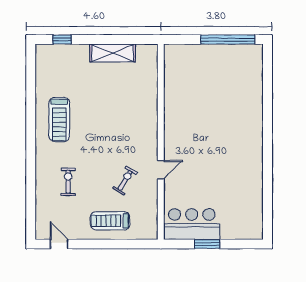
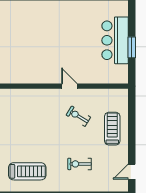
treadmill: (110, 221) -> (112, 129), turned 180
bar counter: (192, 224) -> (115, 40), moved

